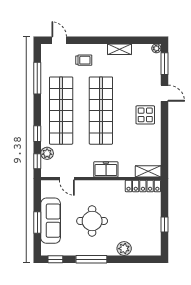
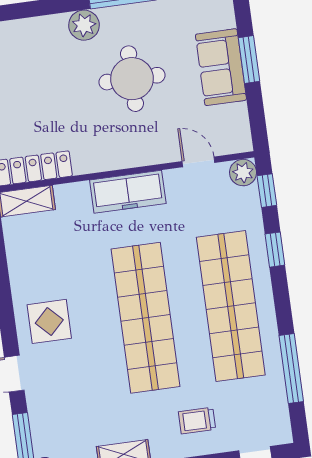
plant: (47, 153) -> (243, 173), moved
freezer: (106, 169) -> (128, 192), width x1.40
sofa: (51, 221) -> (221, 67), width x0.73
plant: (124, 249) -> (84, 25), moved

